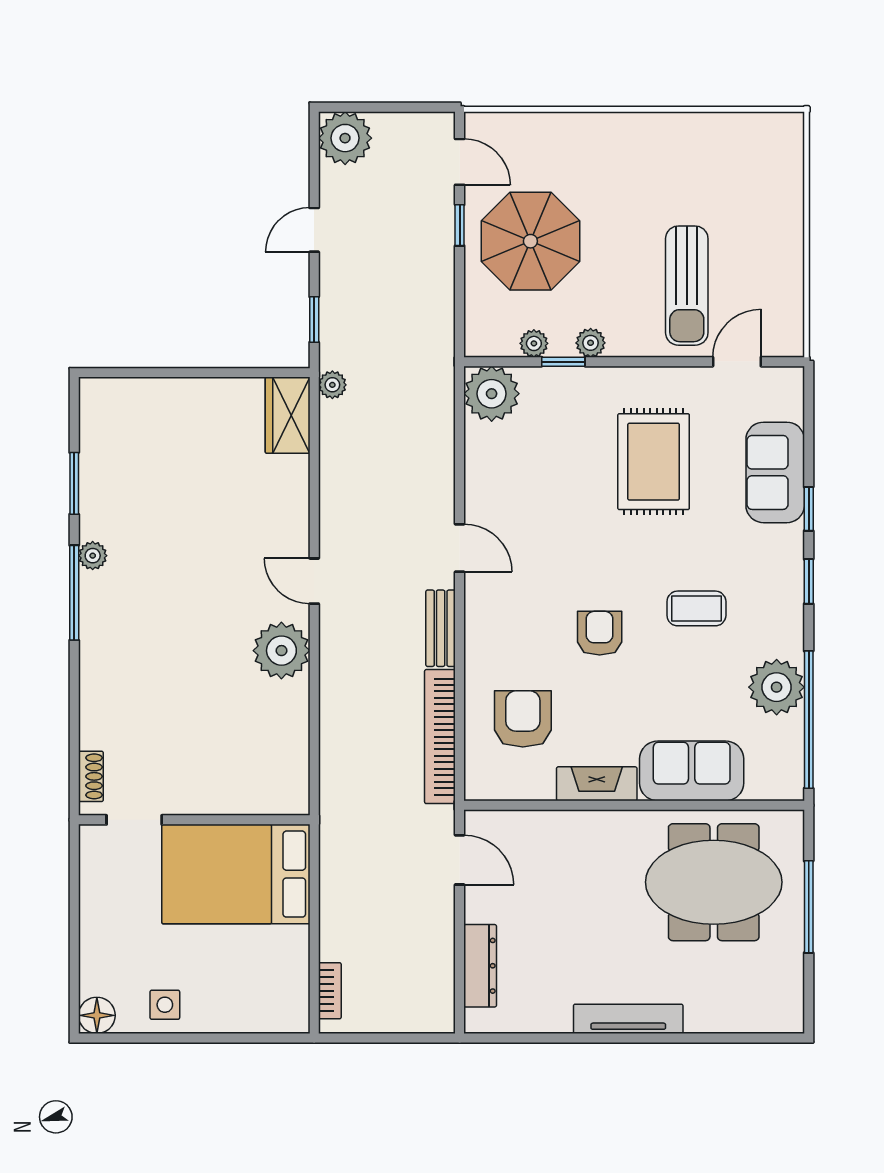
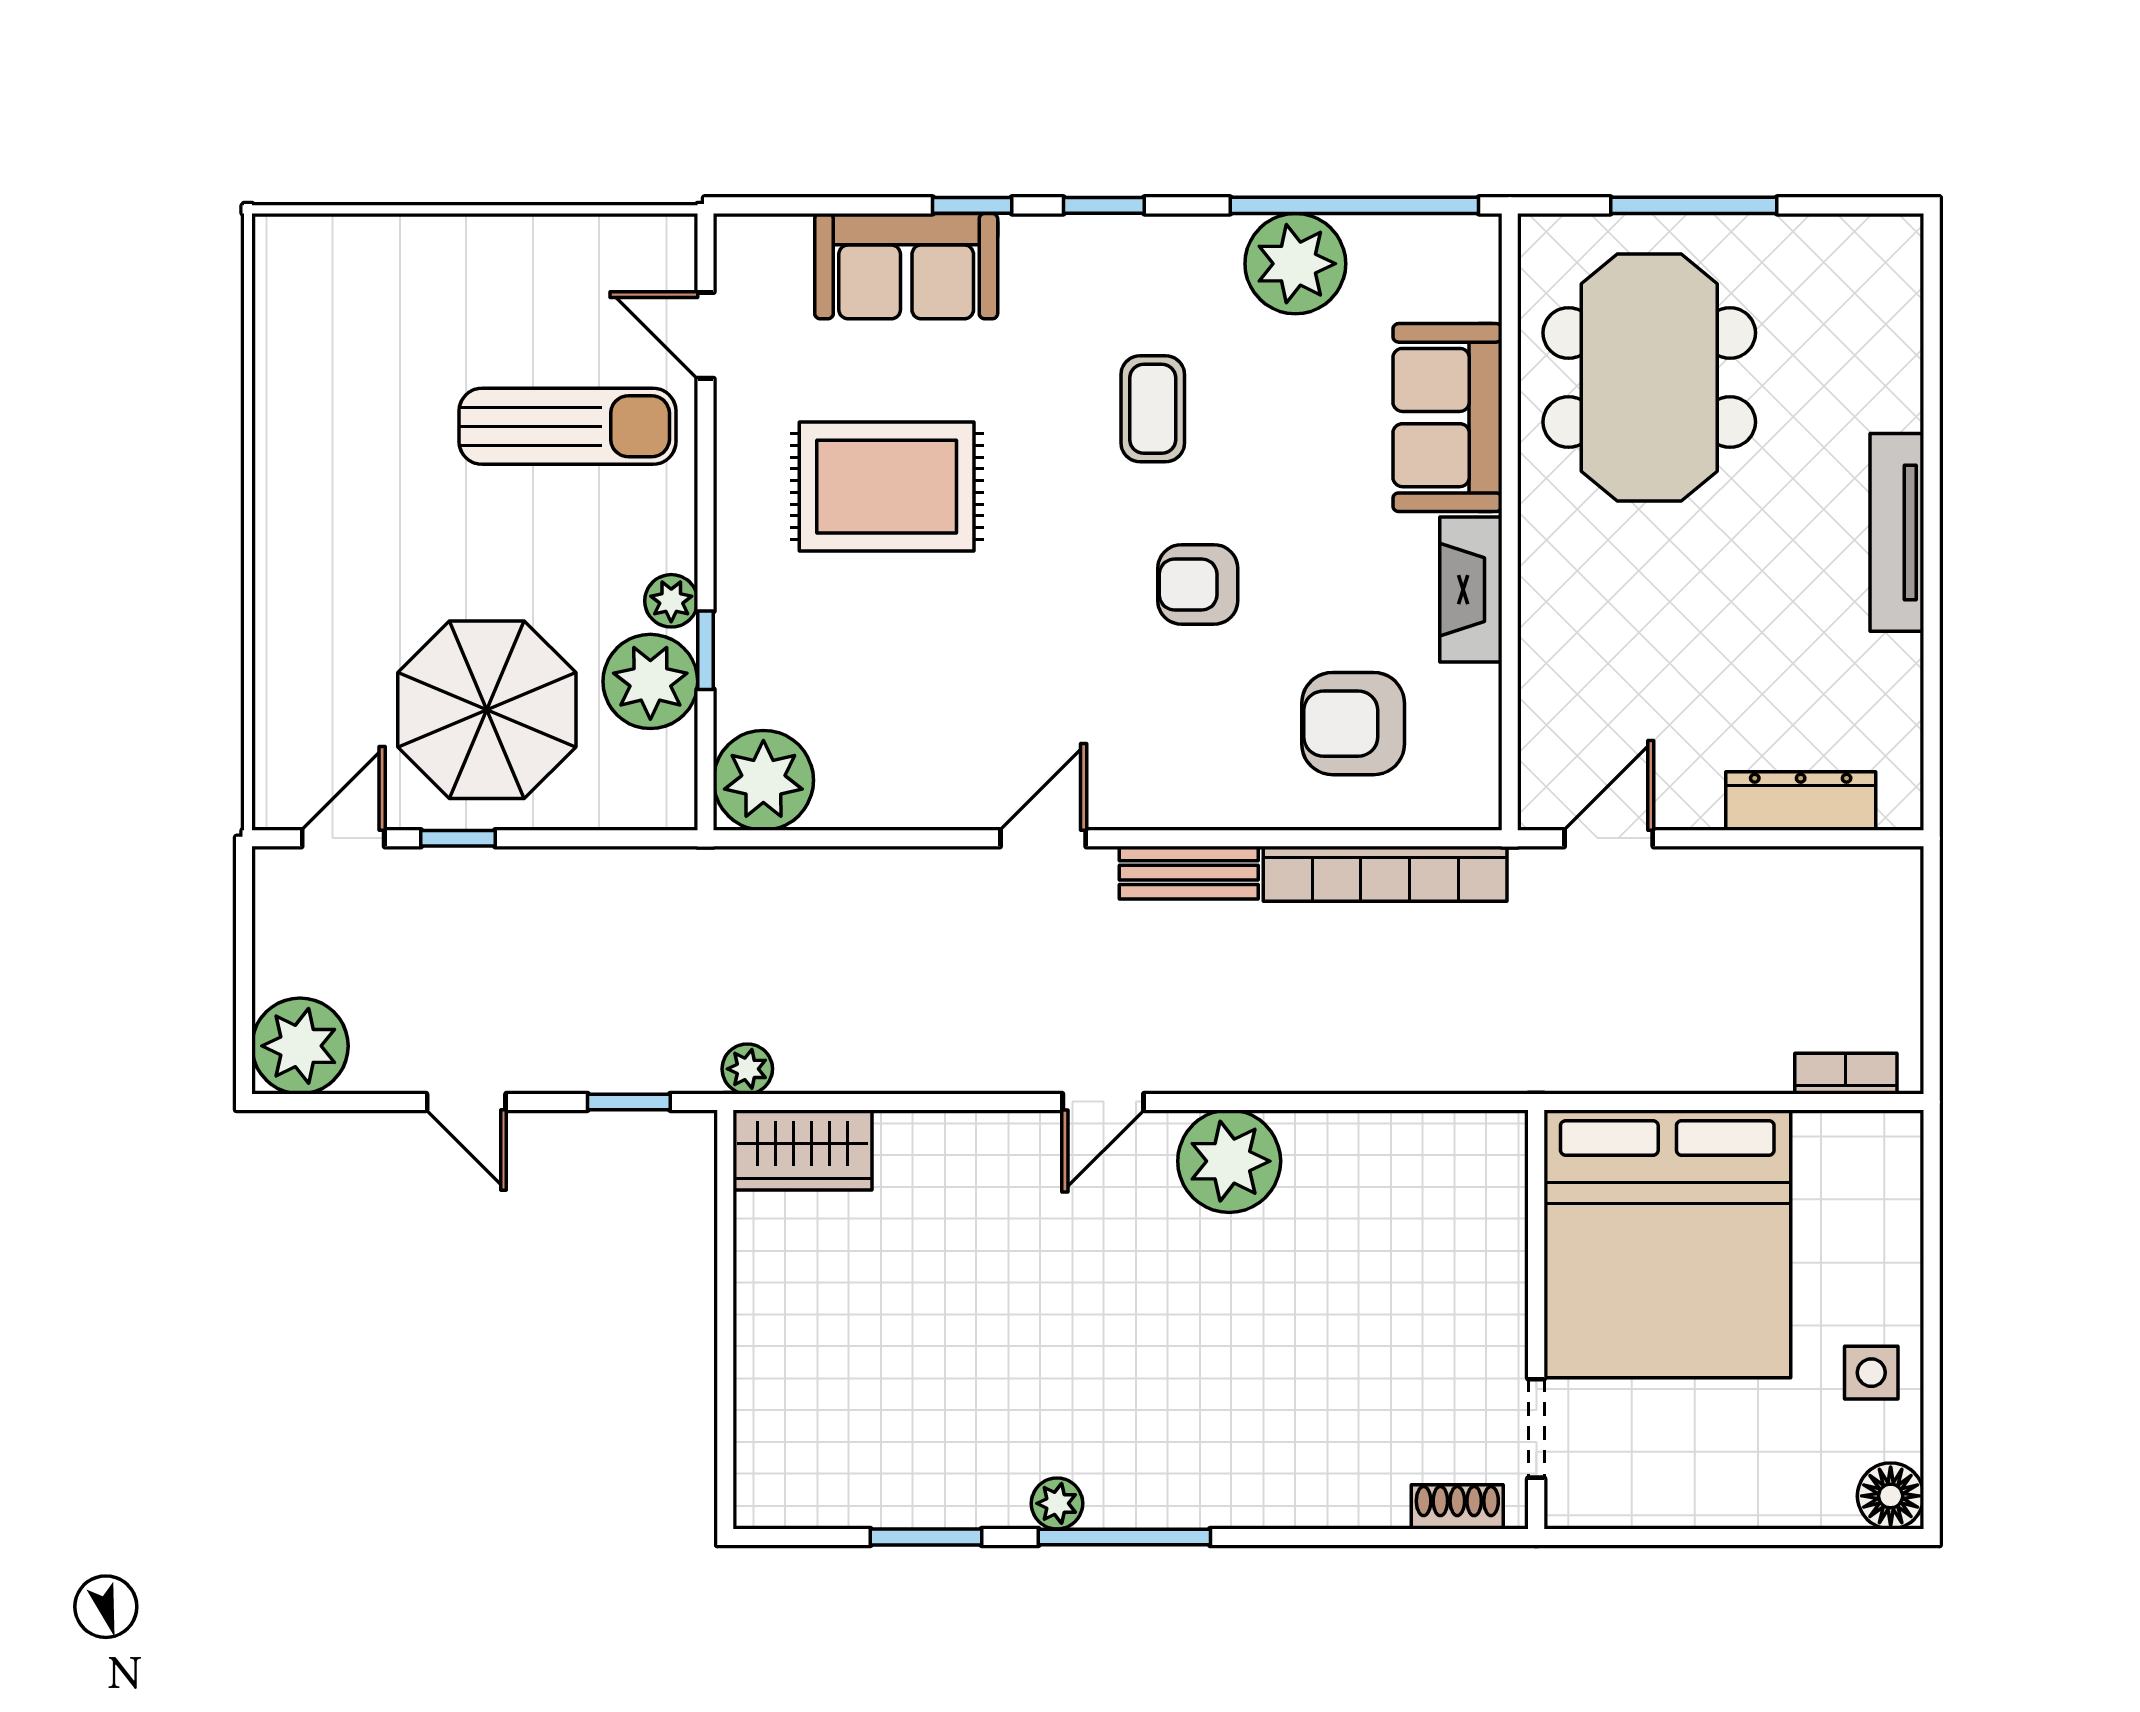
plant: (534, 343) -> (650, 681), width x1.88, depth x1.88
bed: (236, 874) -> (1667, 1244), width x1.36

